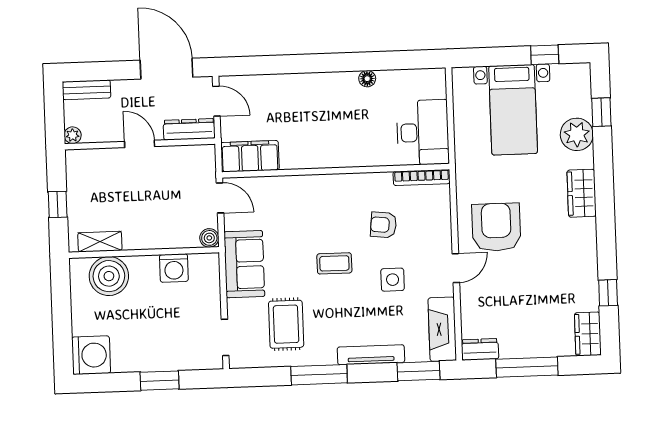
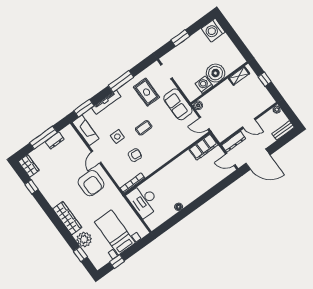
wardrobe: (582, 193) -> (67, 218), width x1.50
boiler: (109, 276) -> (216, 73), moved
dresser: (480, 349) -> (55, 140), moved

